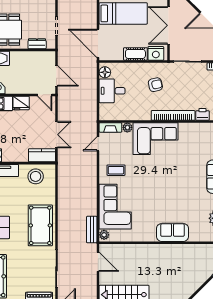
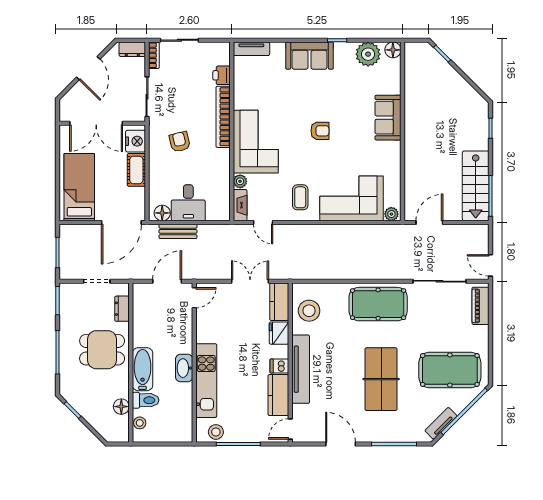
fridge: (21, 103) -> (279, 333), moved, turned 180
armchair: (163, 184) -> (320, 131), added
bench: (92, 230) -> (178, 231), moved

